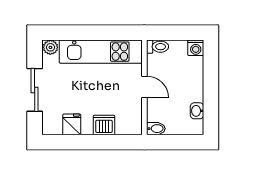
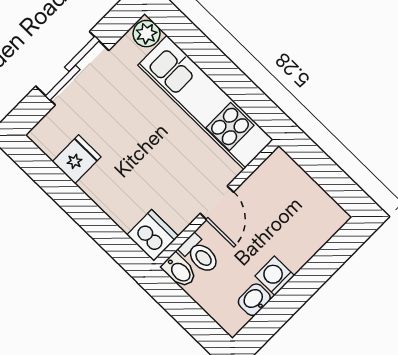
toilet: (157, 47) -> (200, 254), moved
washing machine: (196, 48) -> (275, 276), moved, turned 90
dishwasher: (104, 125) -> (153, 235), moved

